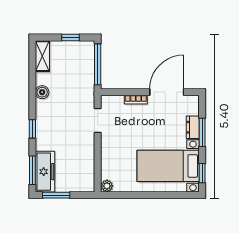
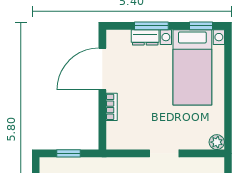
window: (98, 64) -> (69, 153), width x0.46
door: (167, 92) -> (102, 69), hinge flipped
doorway: (98, 120) -> (164, 153), moved

